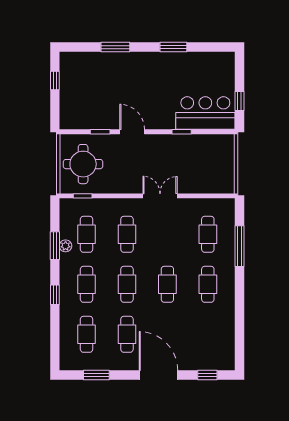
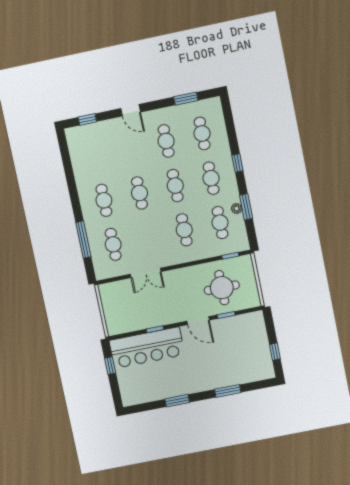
bar counter: (205, 113) -> (147, 348), width x1.36
round table: (83, 164) -> (222, 288), moved
double door: (160, 196) -> (146, 273), moved
door: (158, 375) -> (131, 110), width x0.53

